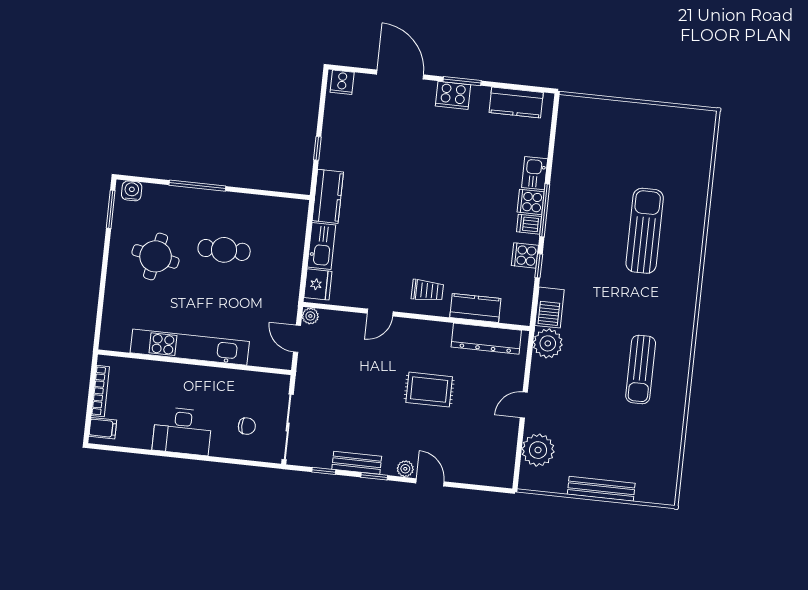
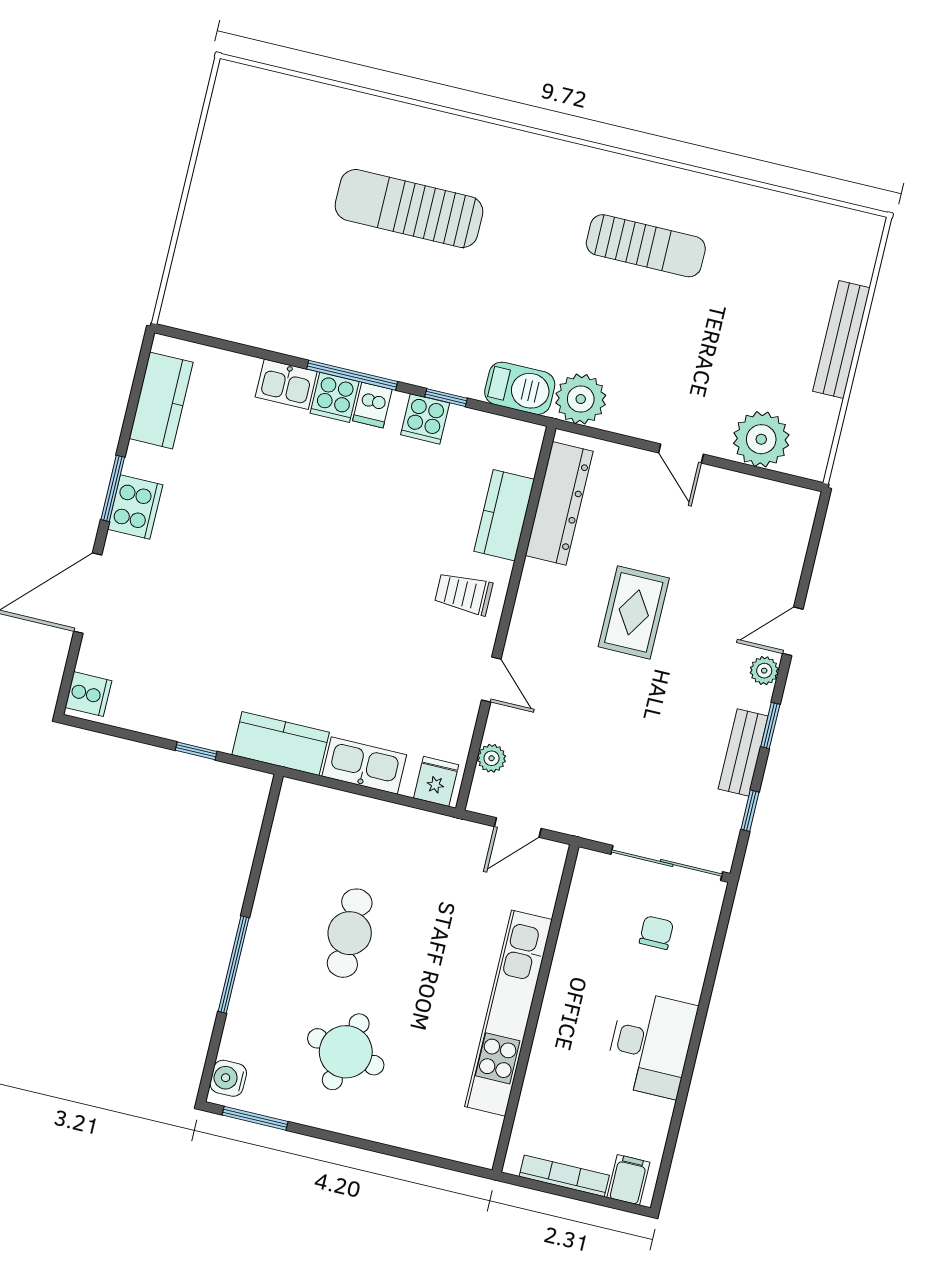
fridge: (318, 284) -> (436, 781), width x0.72
trolley: (427, 290) -> (464, 594), turned -90
plant: (310, 316) -> (492, 758), moved

